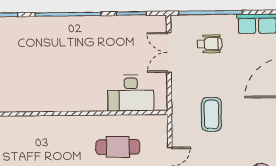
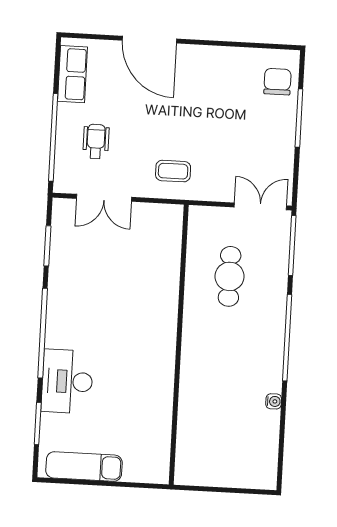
desk: (131, 93) -> (67, 381), moved, turned 180
coffee table: (211, 114) -> (173, 171), moved, width x0.73, depth x0.77

